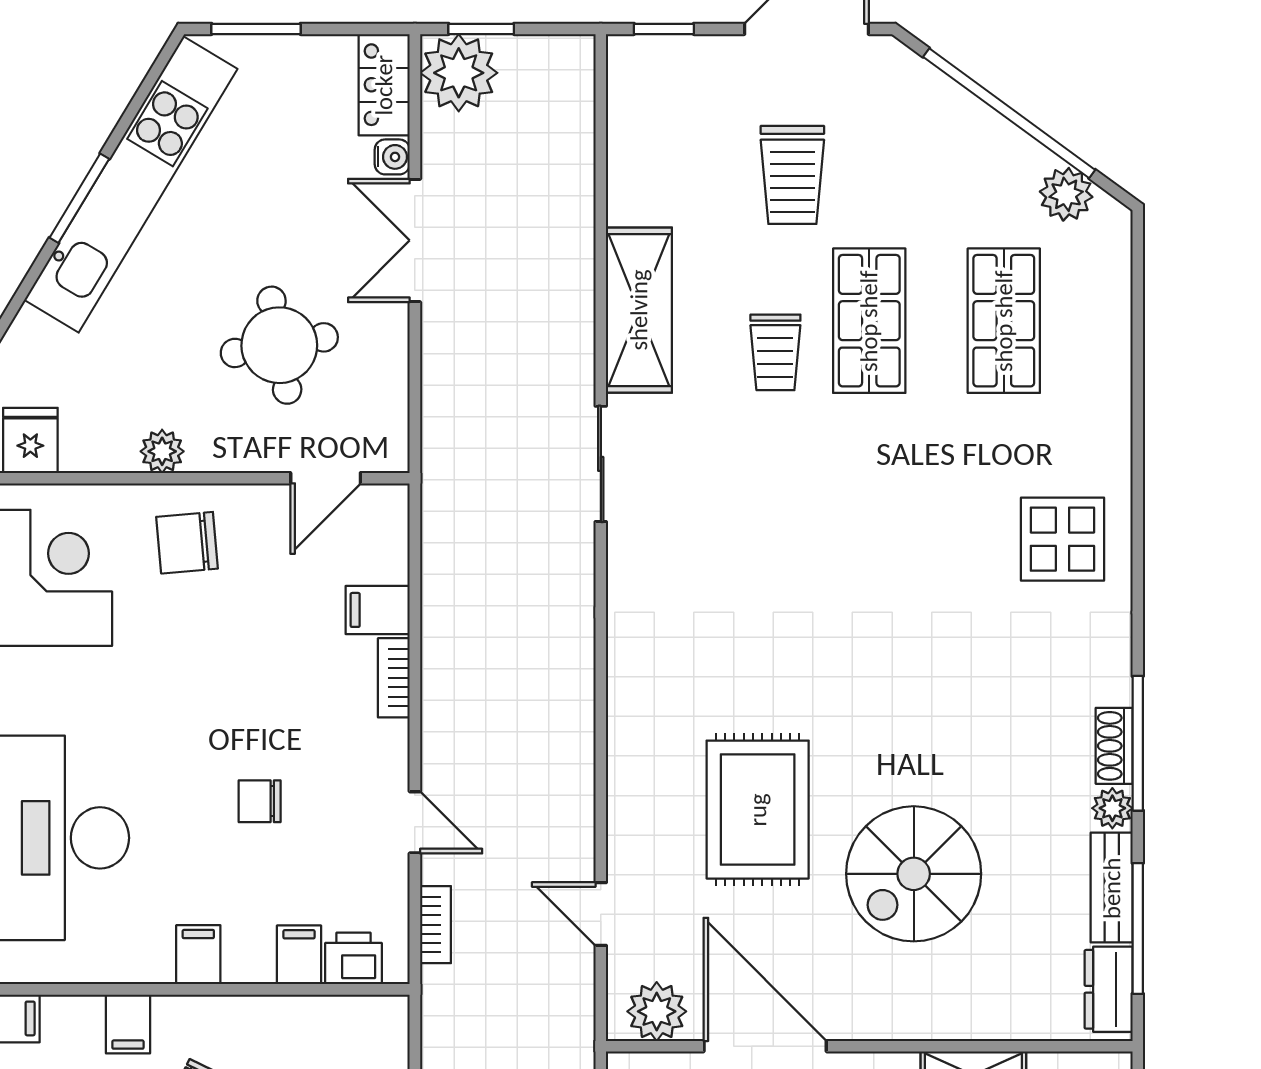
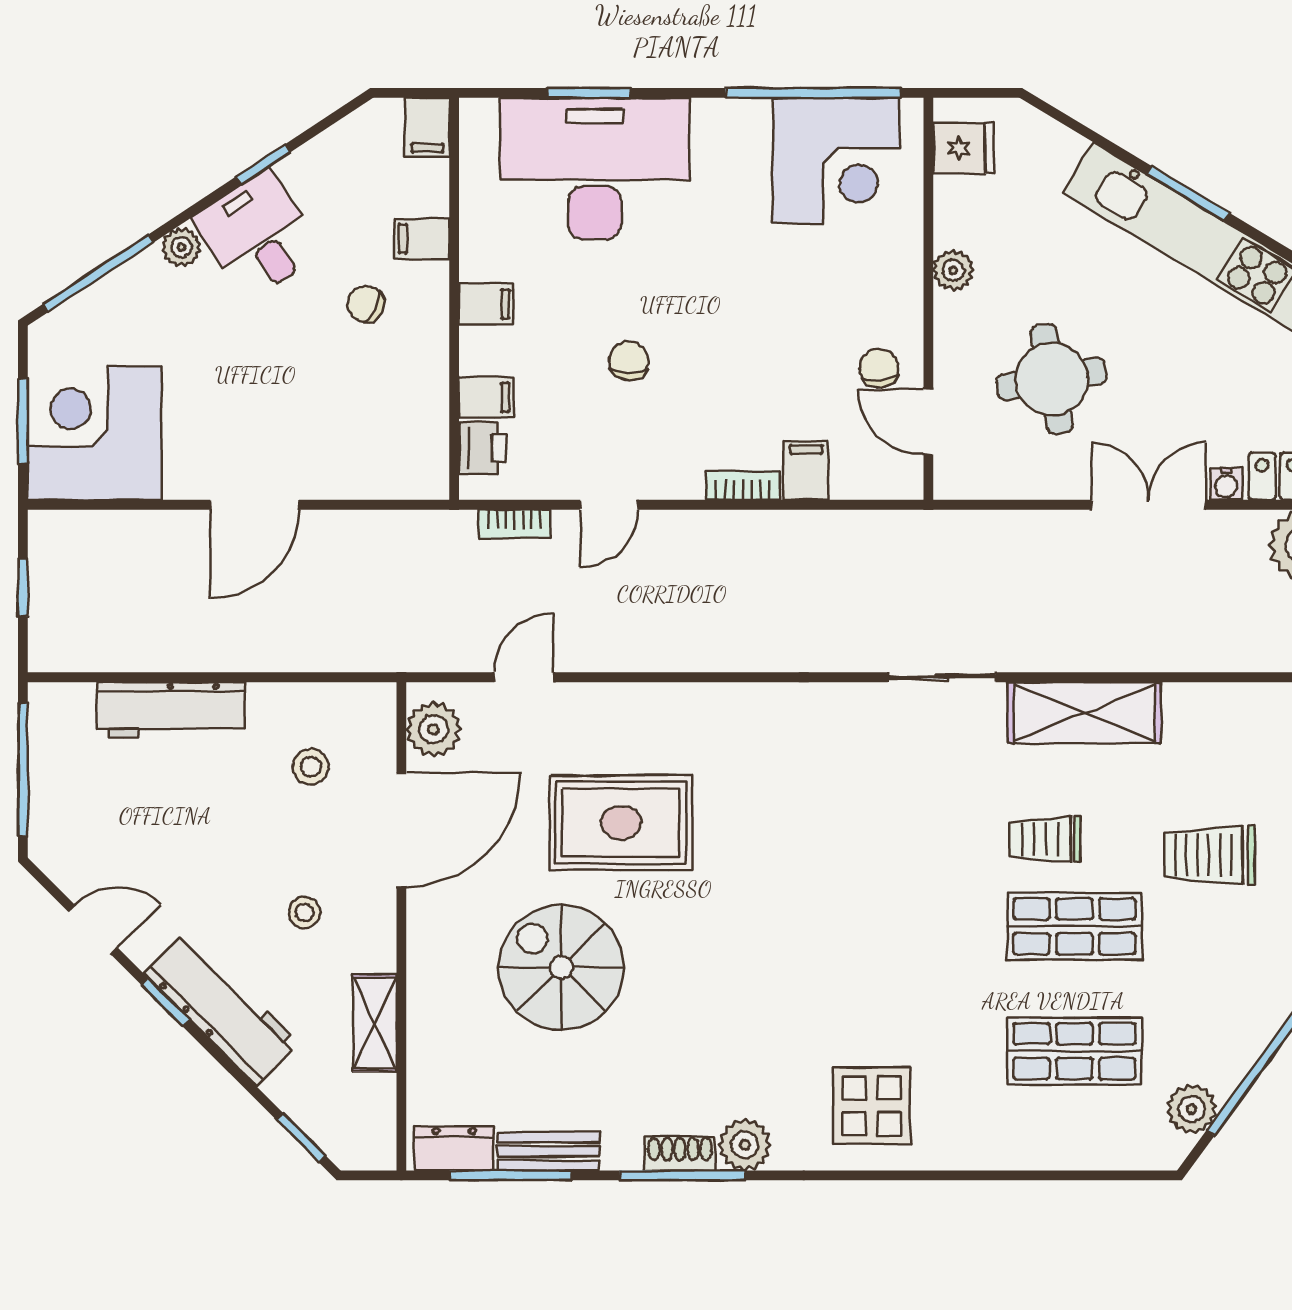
chair: (187, 543) -> (879, 368), moved, width x0.73, depth x0.73
plant: (1112, 808) -> (745, 1145), moved, width x1.38, depth x1.38

